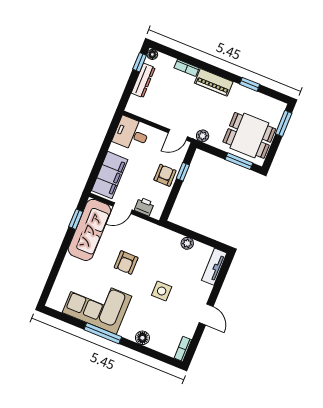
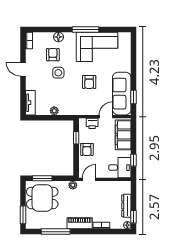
window: (250, 84) -> (56, 232), width x2.17
window: (109, 136) -> (134, 160), added
window: (183, 172) -> (76, 138), moved
armchair: (126, 263) -> (89, 82), turned 180
armchair: (159, 318) -> (53, 55), added

